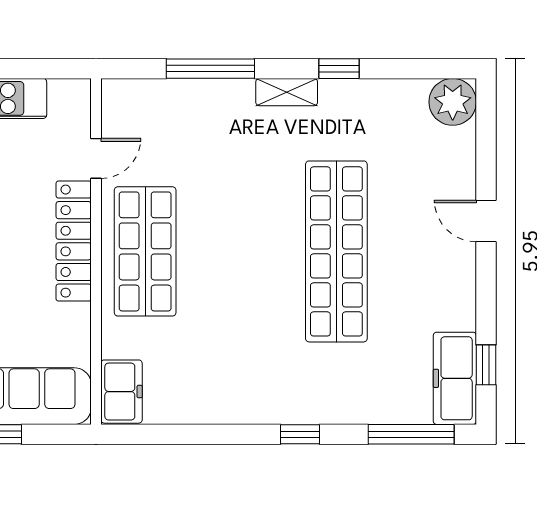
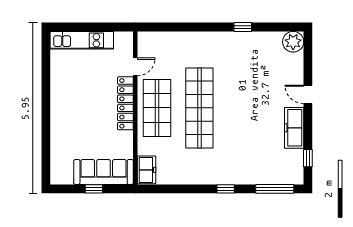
window: (210, 69) -> (186, 27), removed
shelving: (287, 92) -> (220, 37), removed
shop shelf: (336, 251) -> (199, 108), moved
freezer: (455, 378) -> (294, 128), moved

